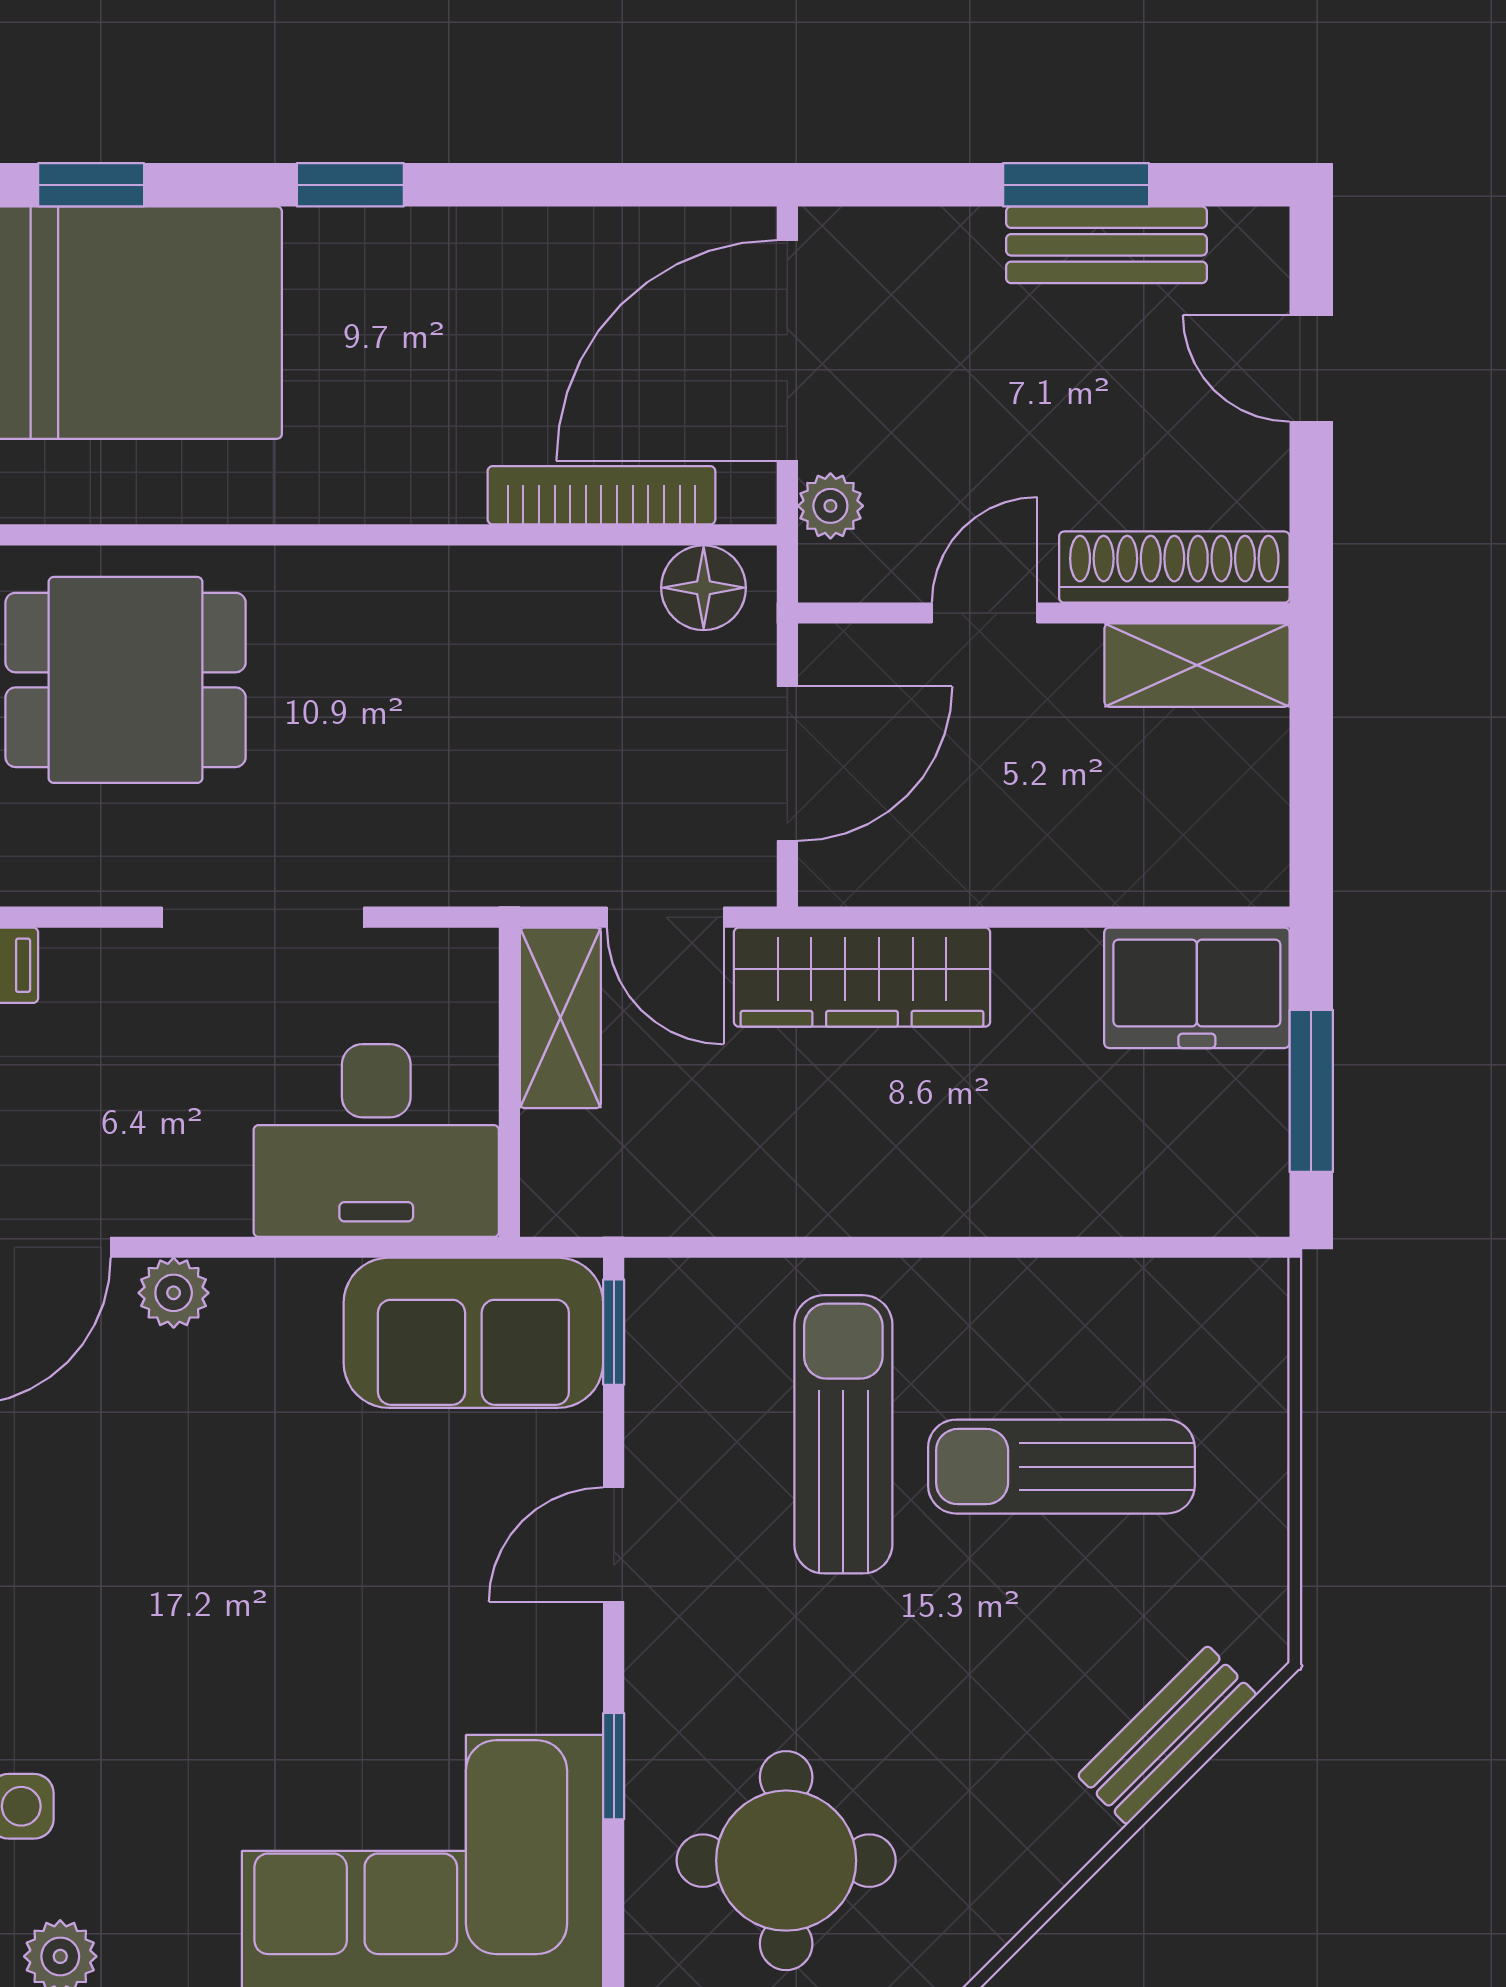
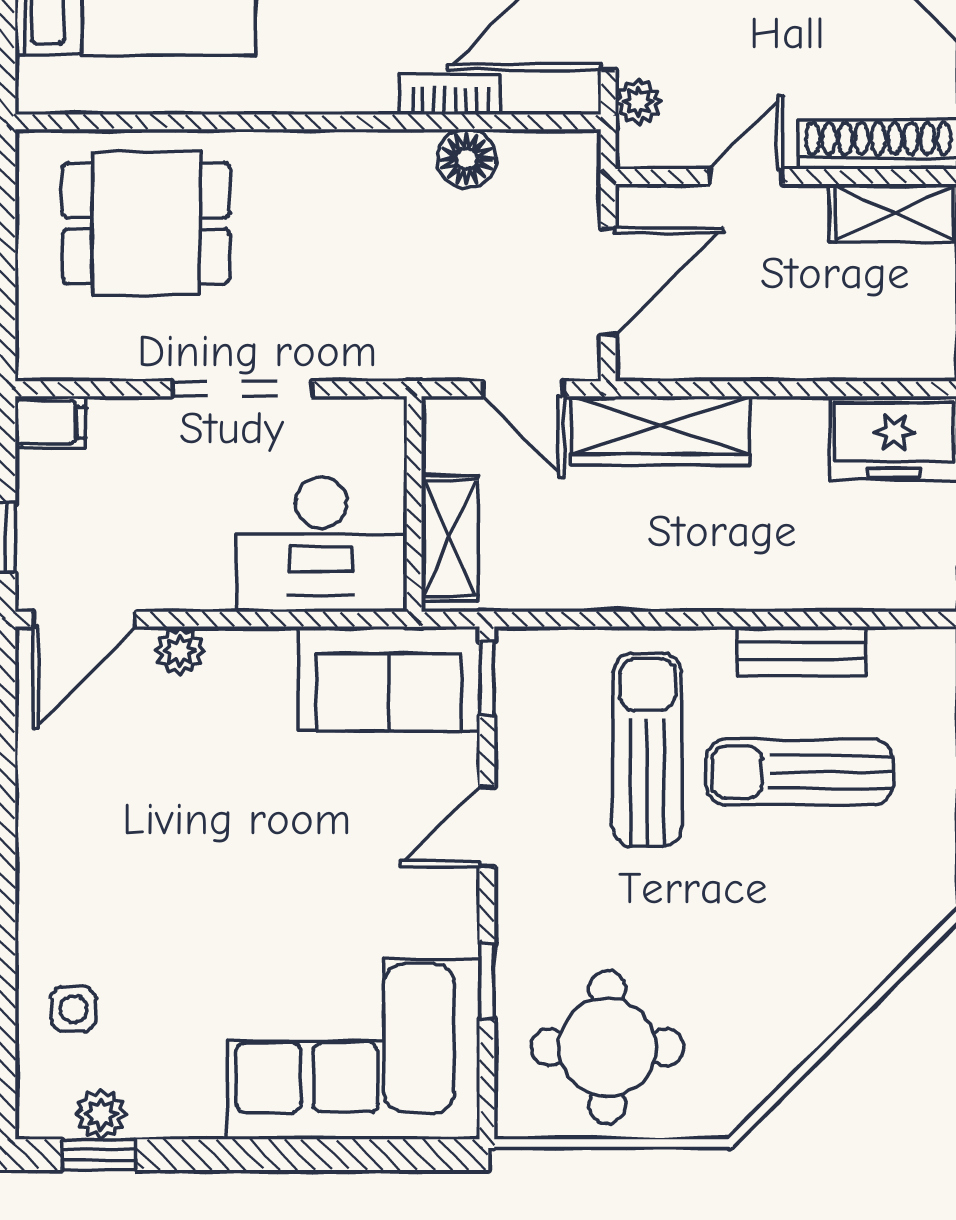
bookcase: (601, 495) -> (450, 94), width x0.64
floor lamp: (704, 588) -> (467, 159), moved
shelving: (560, 1018) -> (450, 538), moved
bench: (1167, 1735) -> (801, 651), moved, turned 45

